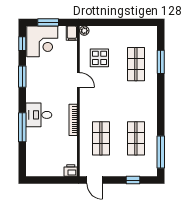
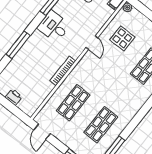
desk: (39, 115) -> (54, 26), moved
printer: (71, 171) -> (14, 97), moved

